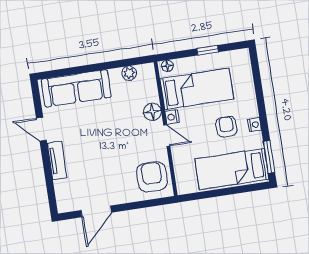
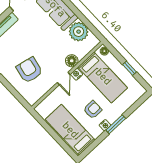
plant: (129, 73) -> (79, 32), width x1.87, depth x1.87
window: (269, 157) -> (116, 124), moved
armchair: (152, 177) -> (29, 70), moved, turned -78

